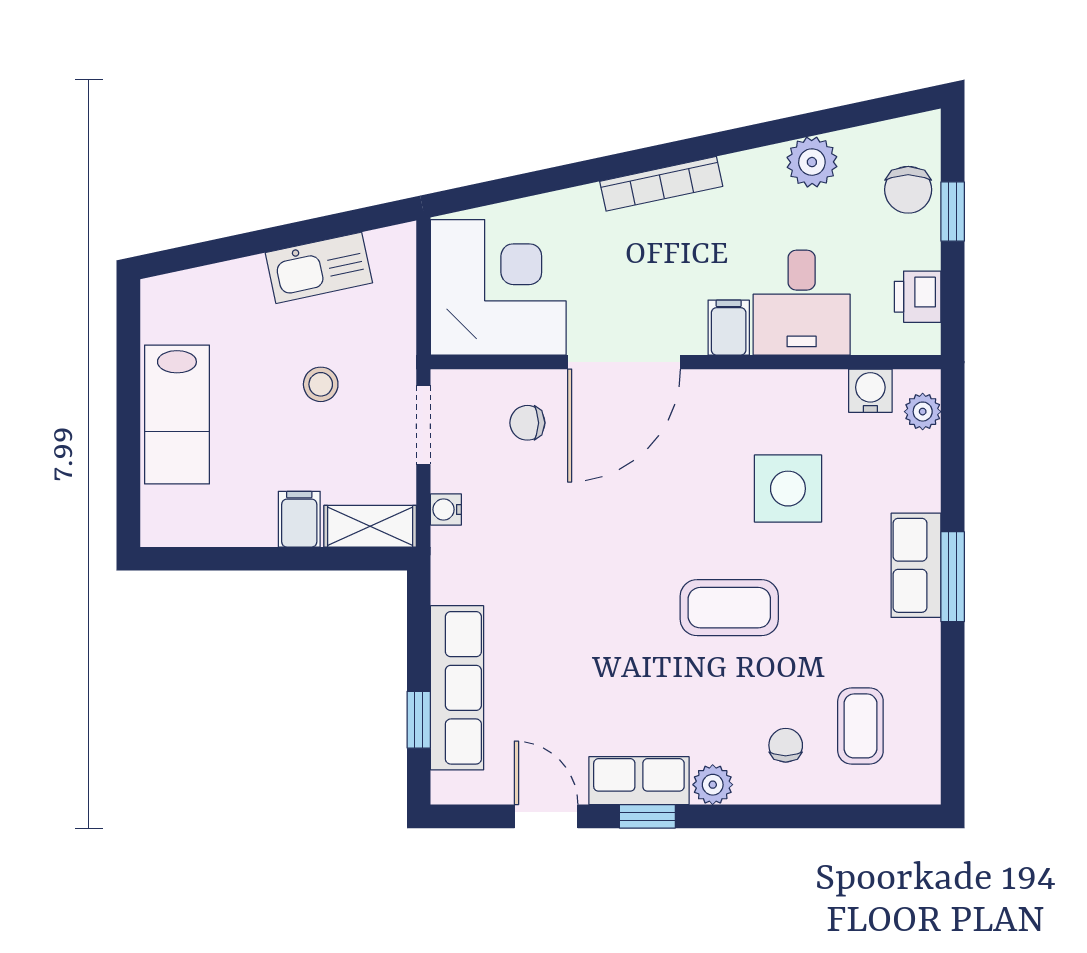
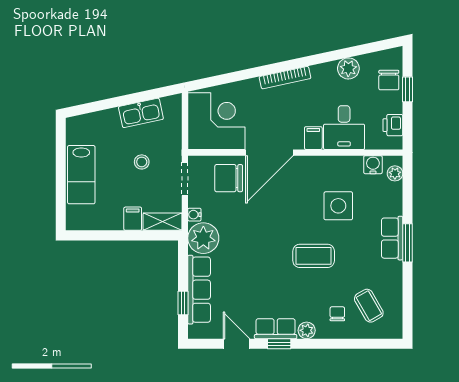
chair: (527, 423) -> (229, 178), width x1.87, depth x1.87
plant: (467, 565) -> (203, 238), added
coffee table: (860, 726) -> (369, 306), turned -30

